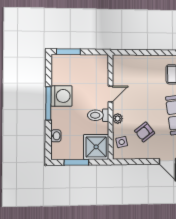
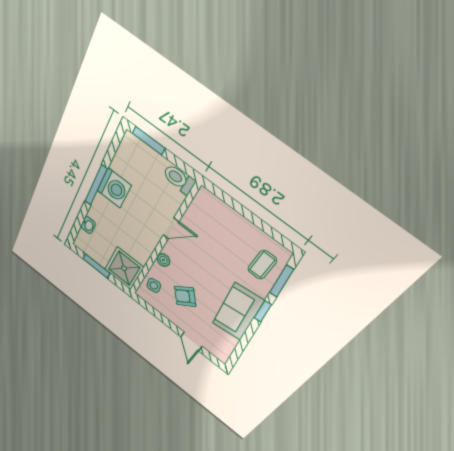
toilet: (98, 115) -> (179, 179), moved

